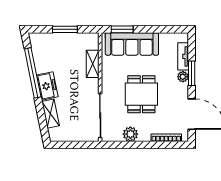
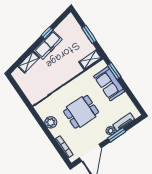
sofa: (132, 44) -> (109, 84), width x0.73
shelving: (93, 64) -> (90, 60), moved
window: (33, 73) -> (47, 33), width x0.32
freezer: (47, 86) -> (48, 45), width x1.40

